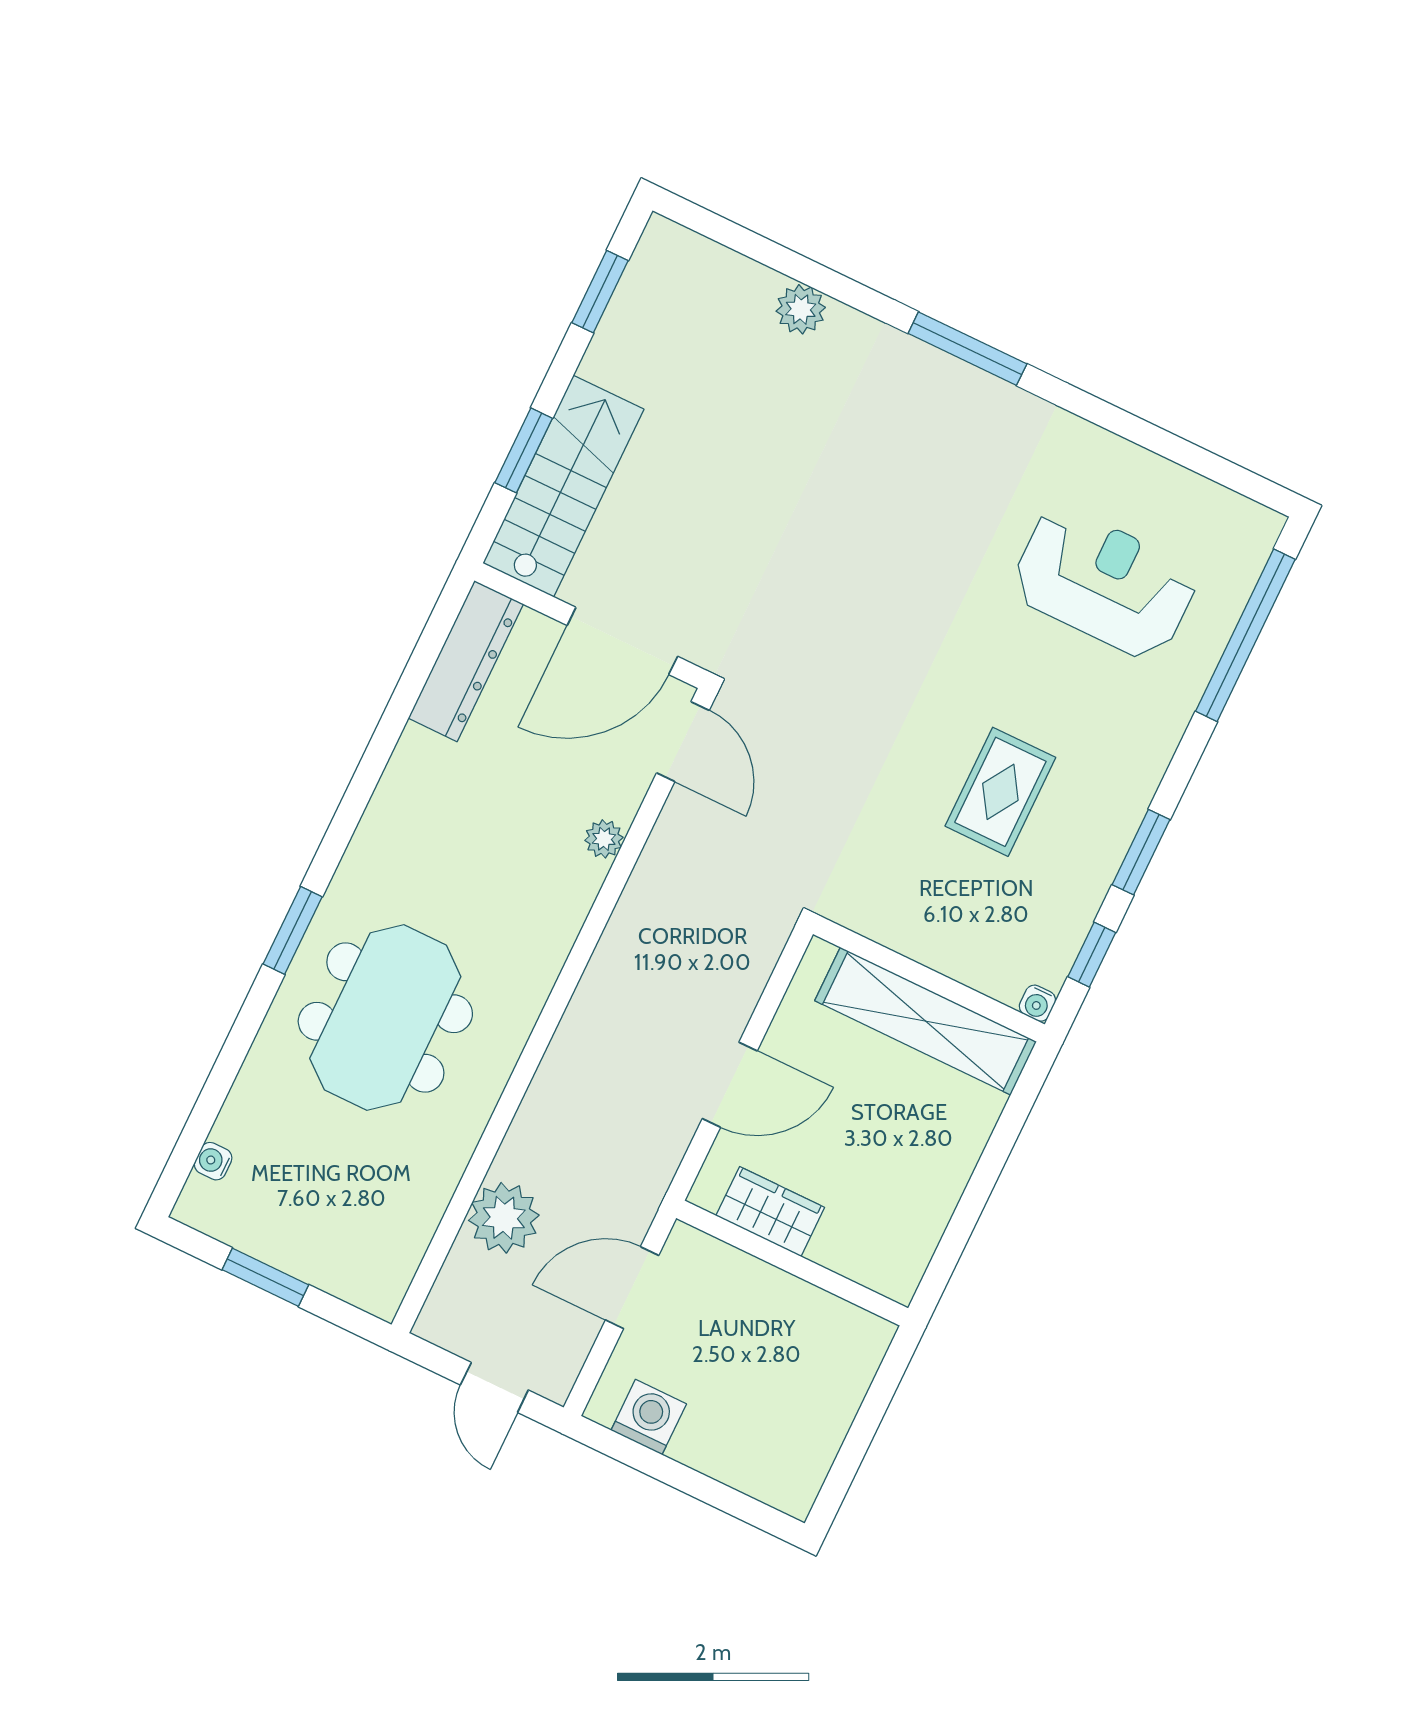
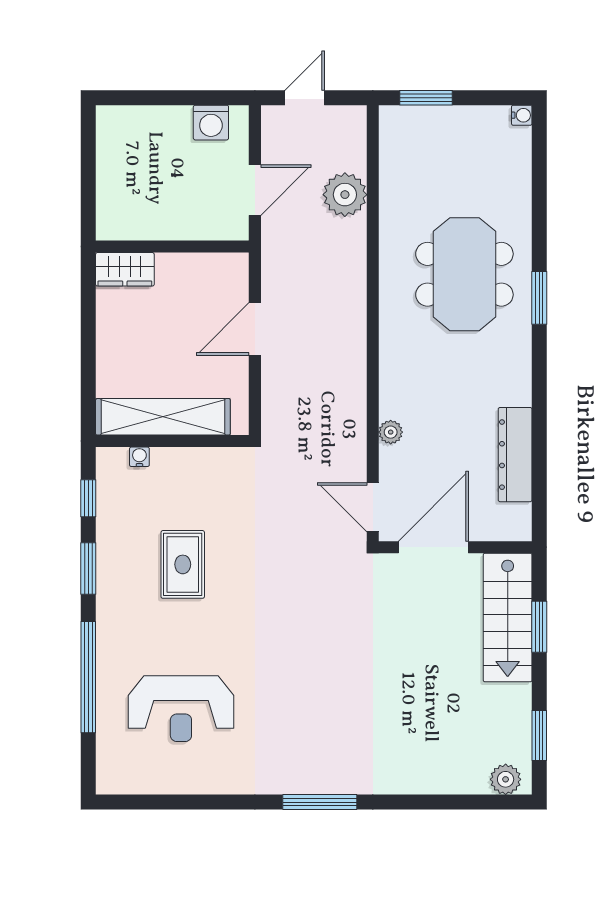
plant: (801, 309) -> (506, 779), moved
window: (1245, 635) -> (88, 677), moved
dresser: (466, 661) -> (515, 455), moved
water cooler: (1037, 1003) -> (139, 457), moved
water cooler: (213, 1161) -> (522, 115), moved
wardrobe: (770, 1212) -> (125, 269), moved
window: (265, 1277) -> (426, 98), moved
door: (494, 1387) -> (305, 98), hinge flipped

